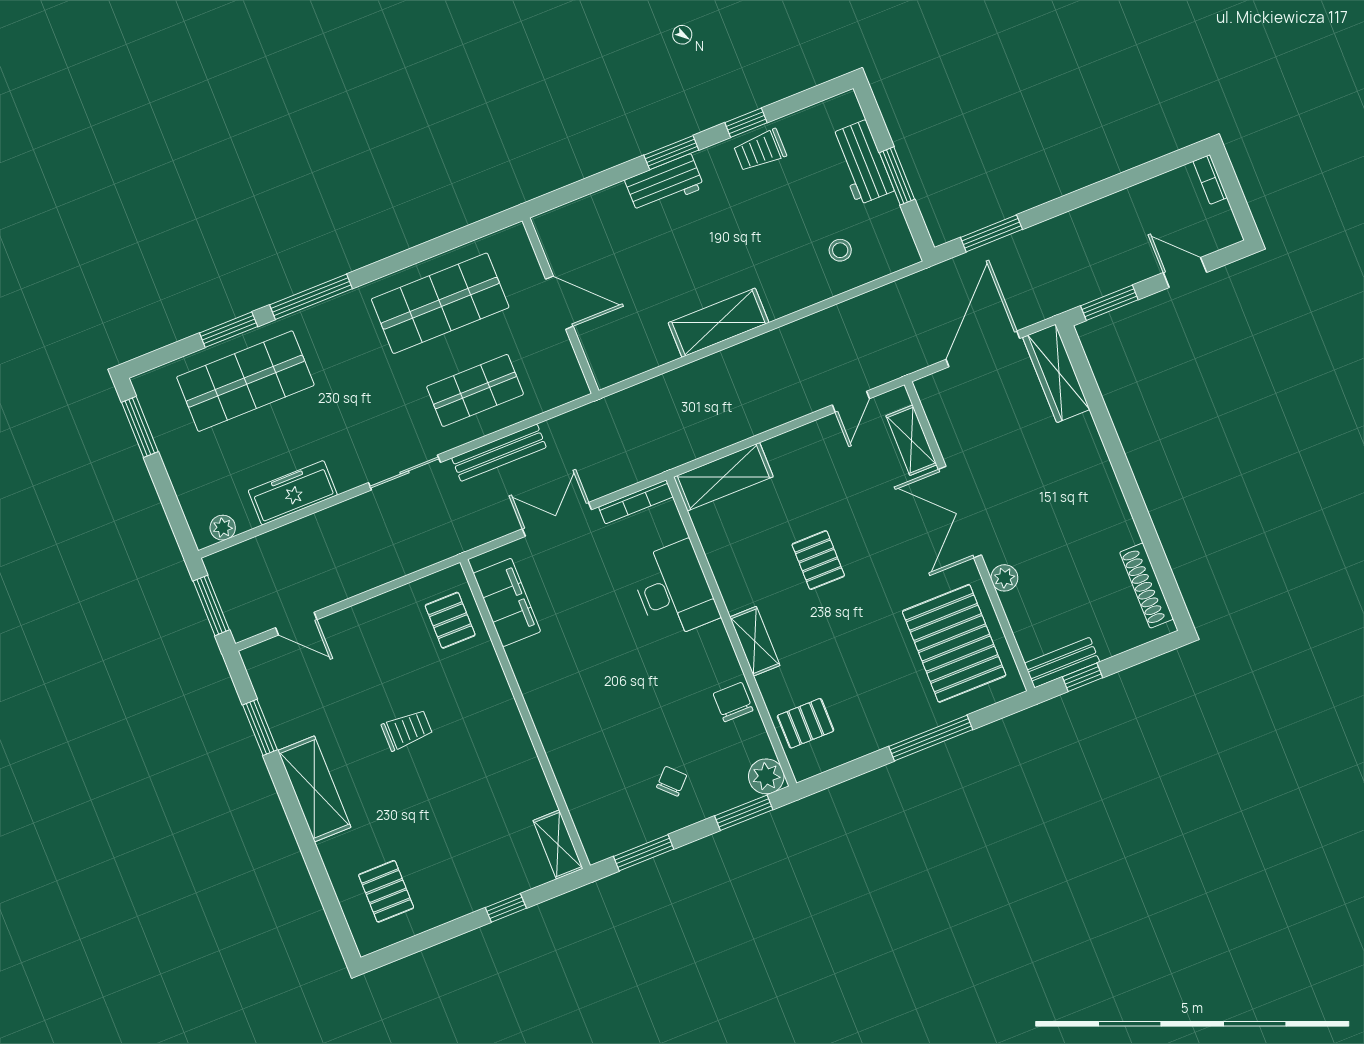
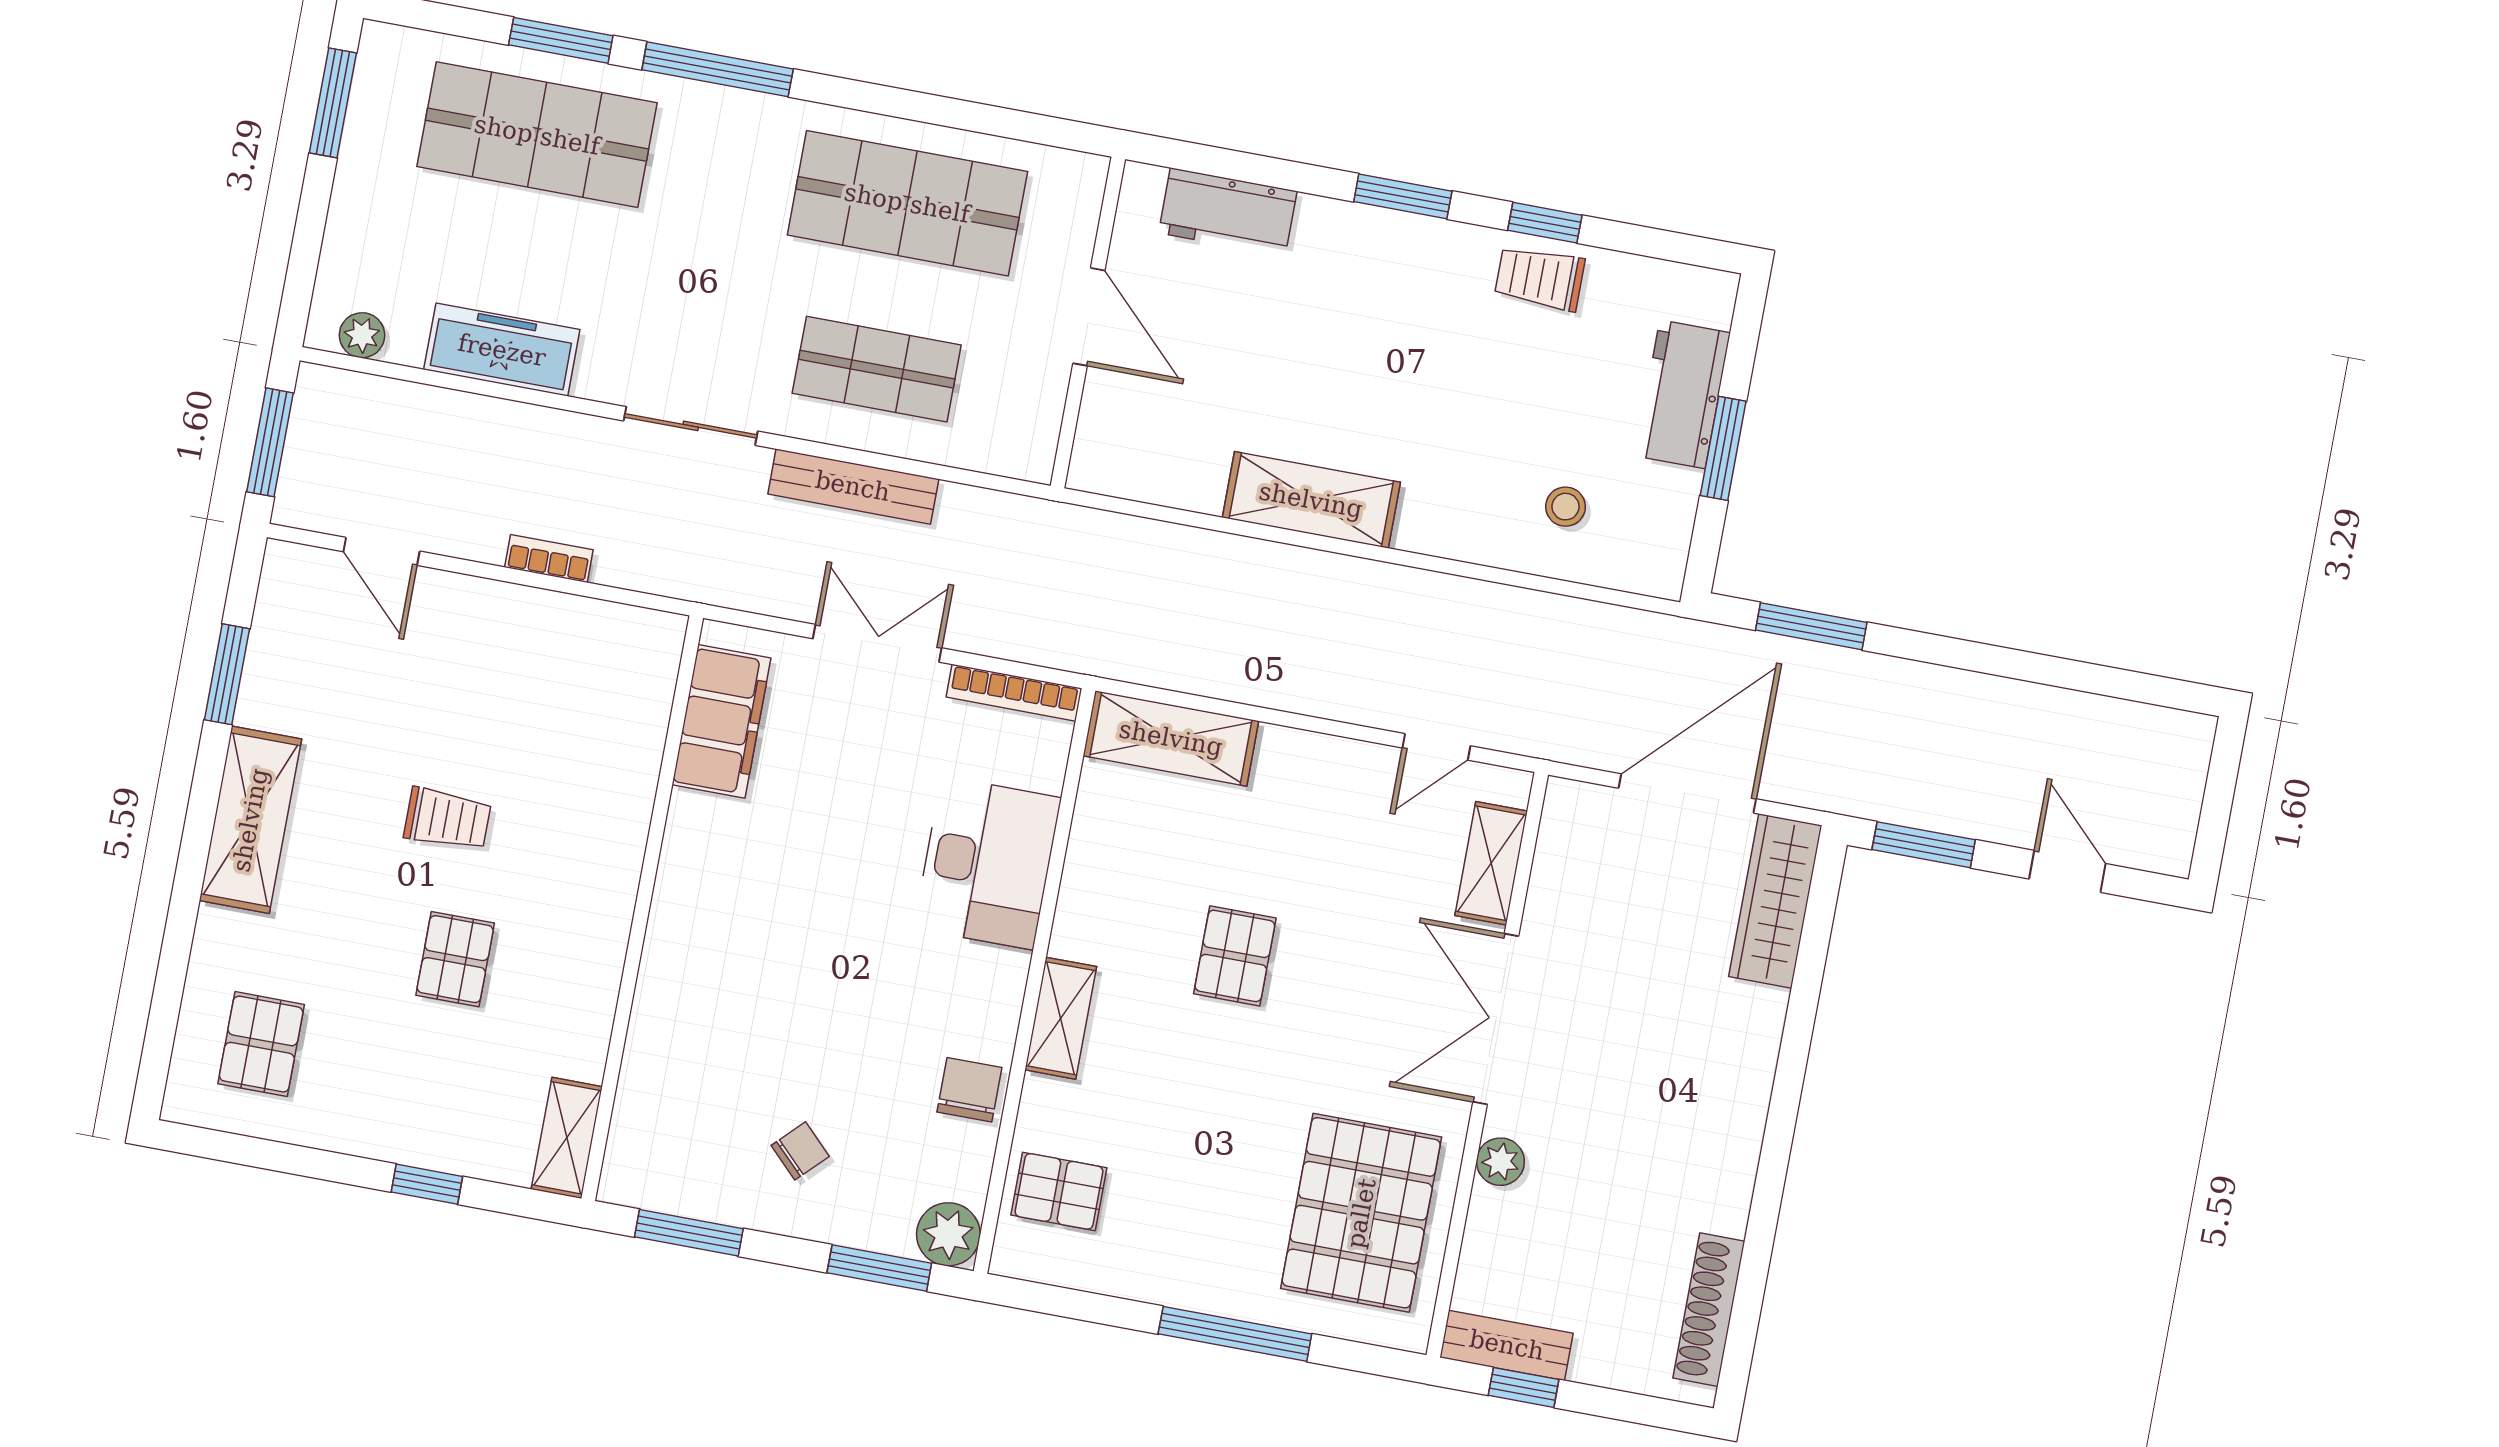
bookcase: (1210, 179) -> (549, 559), moved, turned 90
workbench: (664, 184) -> (1228, 212), moved
pallet: (450, 620) -> (455, 959), moved

